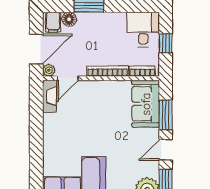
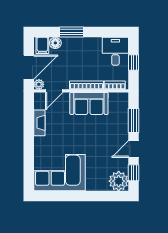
fireplace: (49, 96) -> (39, 123), moved
sofa: (146, 104) -> (89, 103), moved, turned -90

